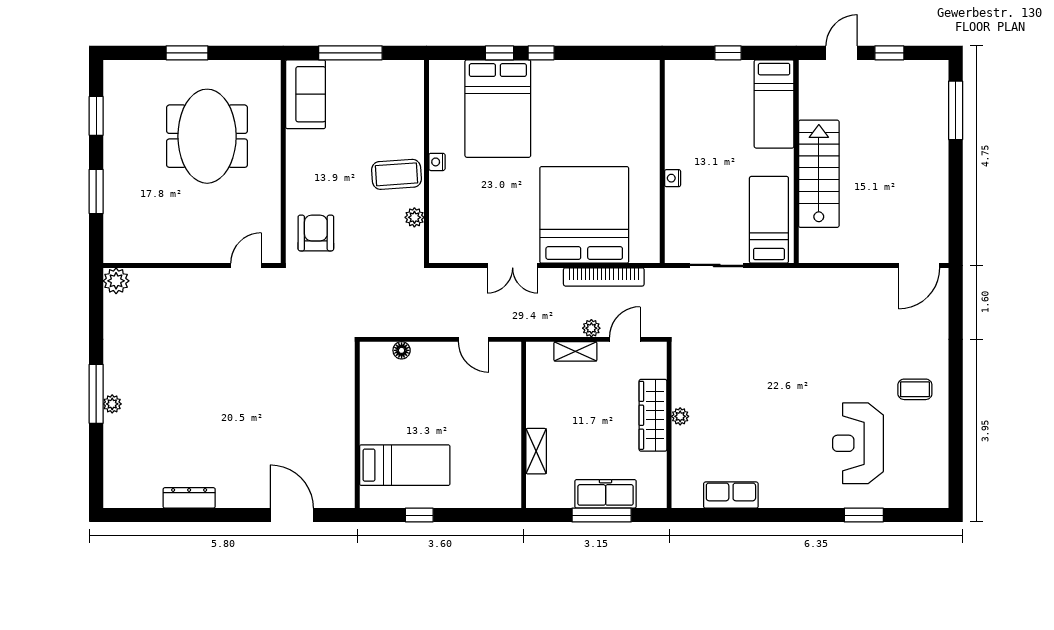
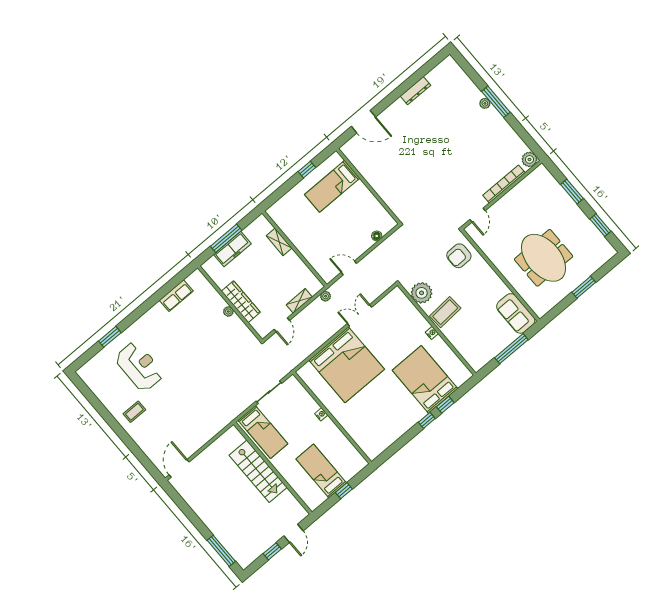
bed: (774, 104) -> (321, 471), moved
plant: (414, 217) -> (422, 293), width x1.87, depth x1.87
armchair: (316, 233) -> (459, 256), turned 90
bookcase: (604, 277) -> (504, 184), moved
plant: (591, 328) -> (326, 296), moved

